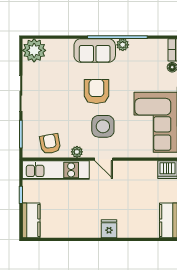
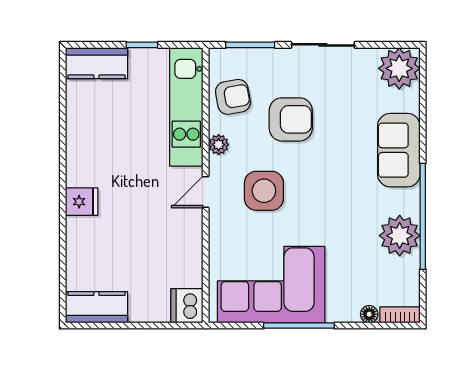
plant: (123, 45) -> (400, 236), width x1.87, depth x1.87
sofa: (95, 51) -> (399, 150), moved
armchair: (96, 91) -> (291, 119), moved

